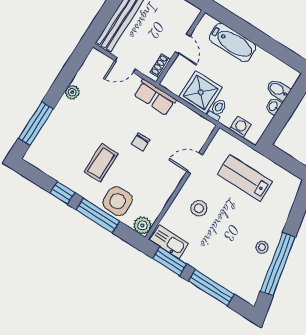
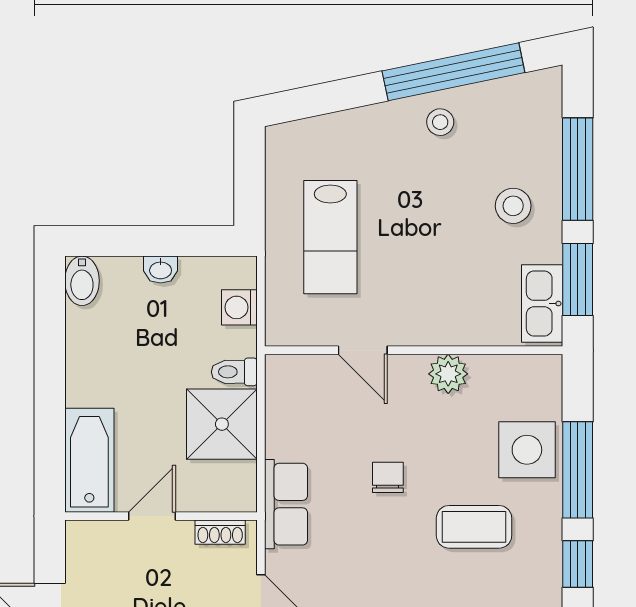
bathtub: (233, 42) -> (89, 460), moved
bidet: (278, 90) -> (82, 281), moved
chair: (141, 142) -> (388, 477), turned -90
stool: (199, 208) -> (513, 206), moved
plant: (142, 225) -> (448, 374), moved

